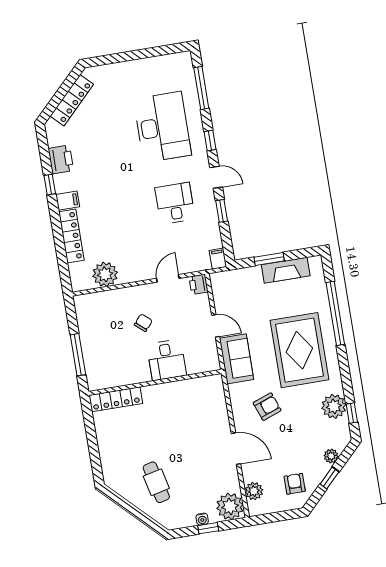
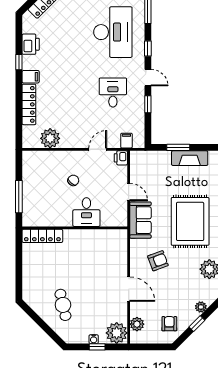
filing cabinet: (218, 259) -> (126, 141), moved

